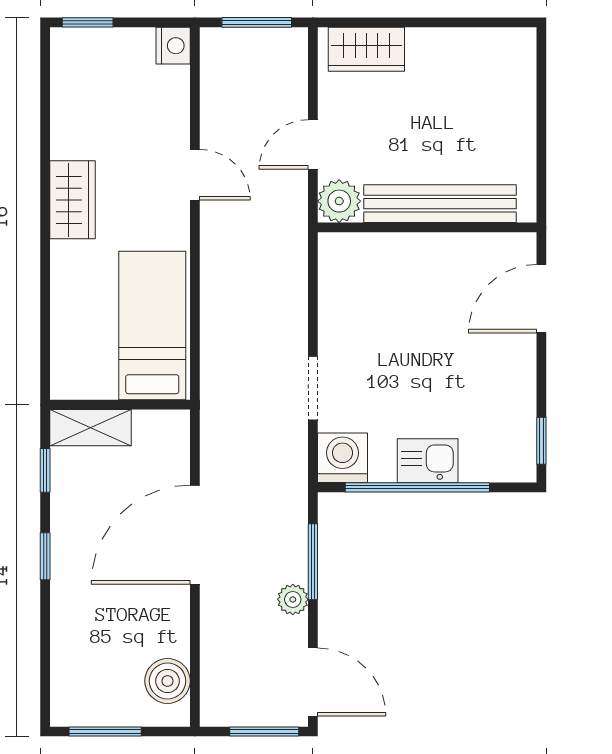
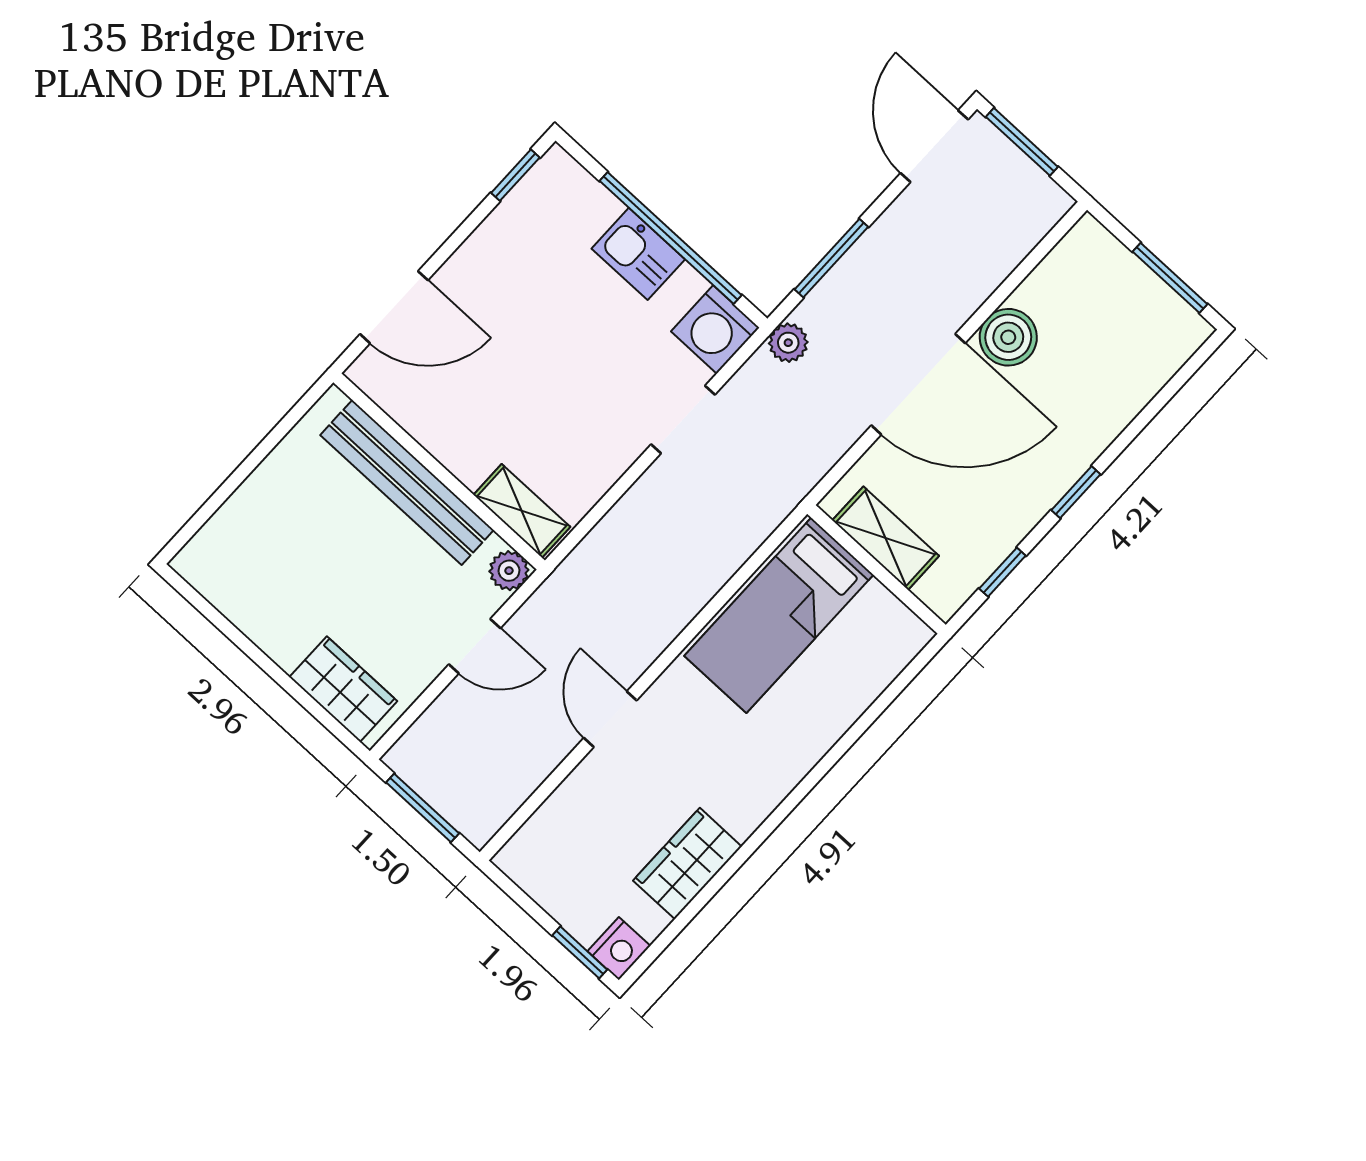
nightstand: (173, 46) -> (619, 949), moved, turned 180
wardrobe: (73, 200) -> (687, 864), moved
plant: (339, 201) -> (509, 571), width x0.73, depth x0.73
shelving: (358, 249) -> (522, 511), added
shelving: (91, 428) -> (886, 538), moved
plant: (293, 599) -> (788, 343), moved
boiler: (168, 681) -> (1008, 337), moved

